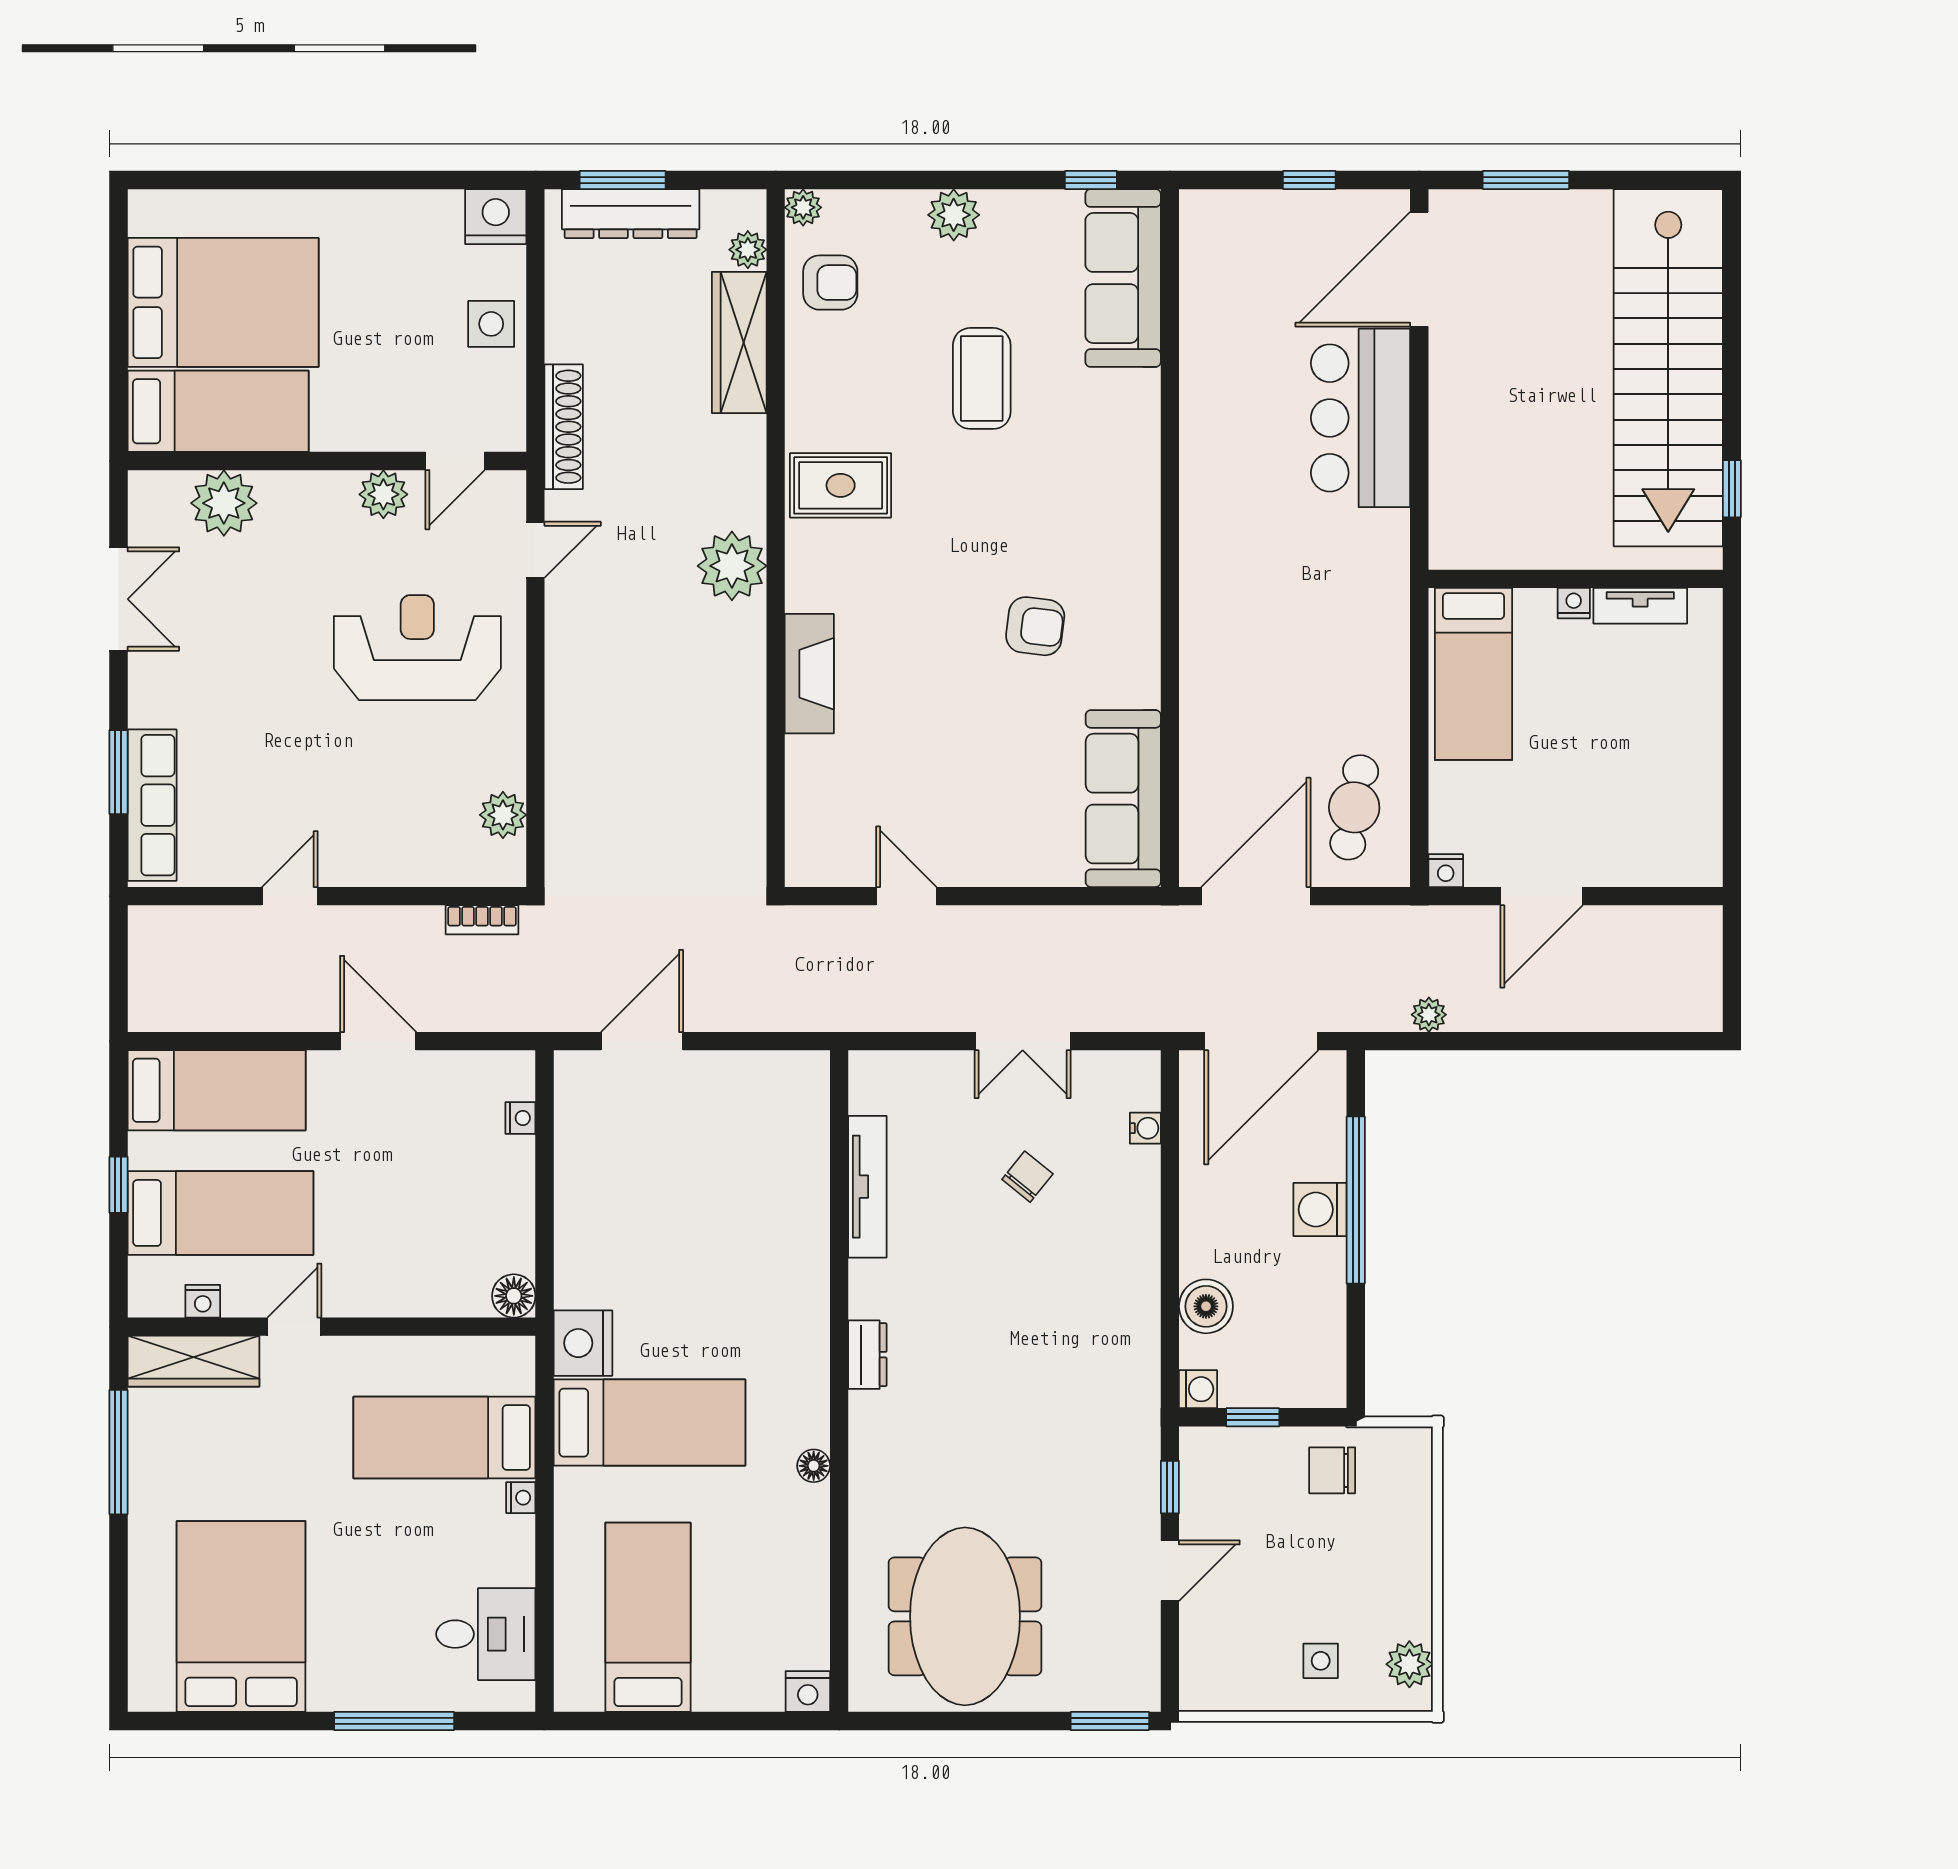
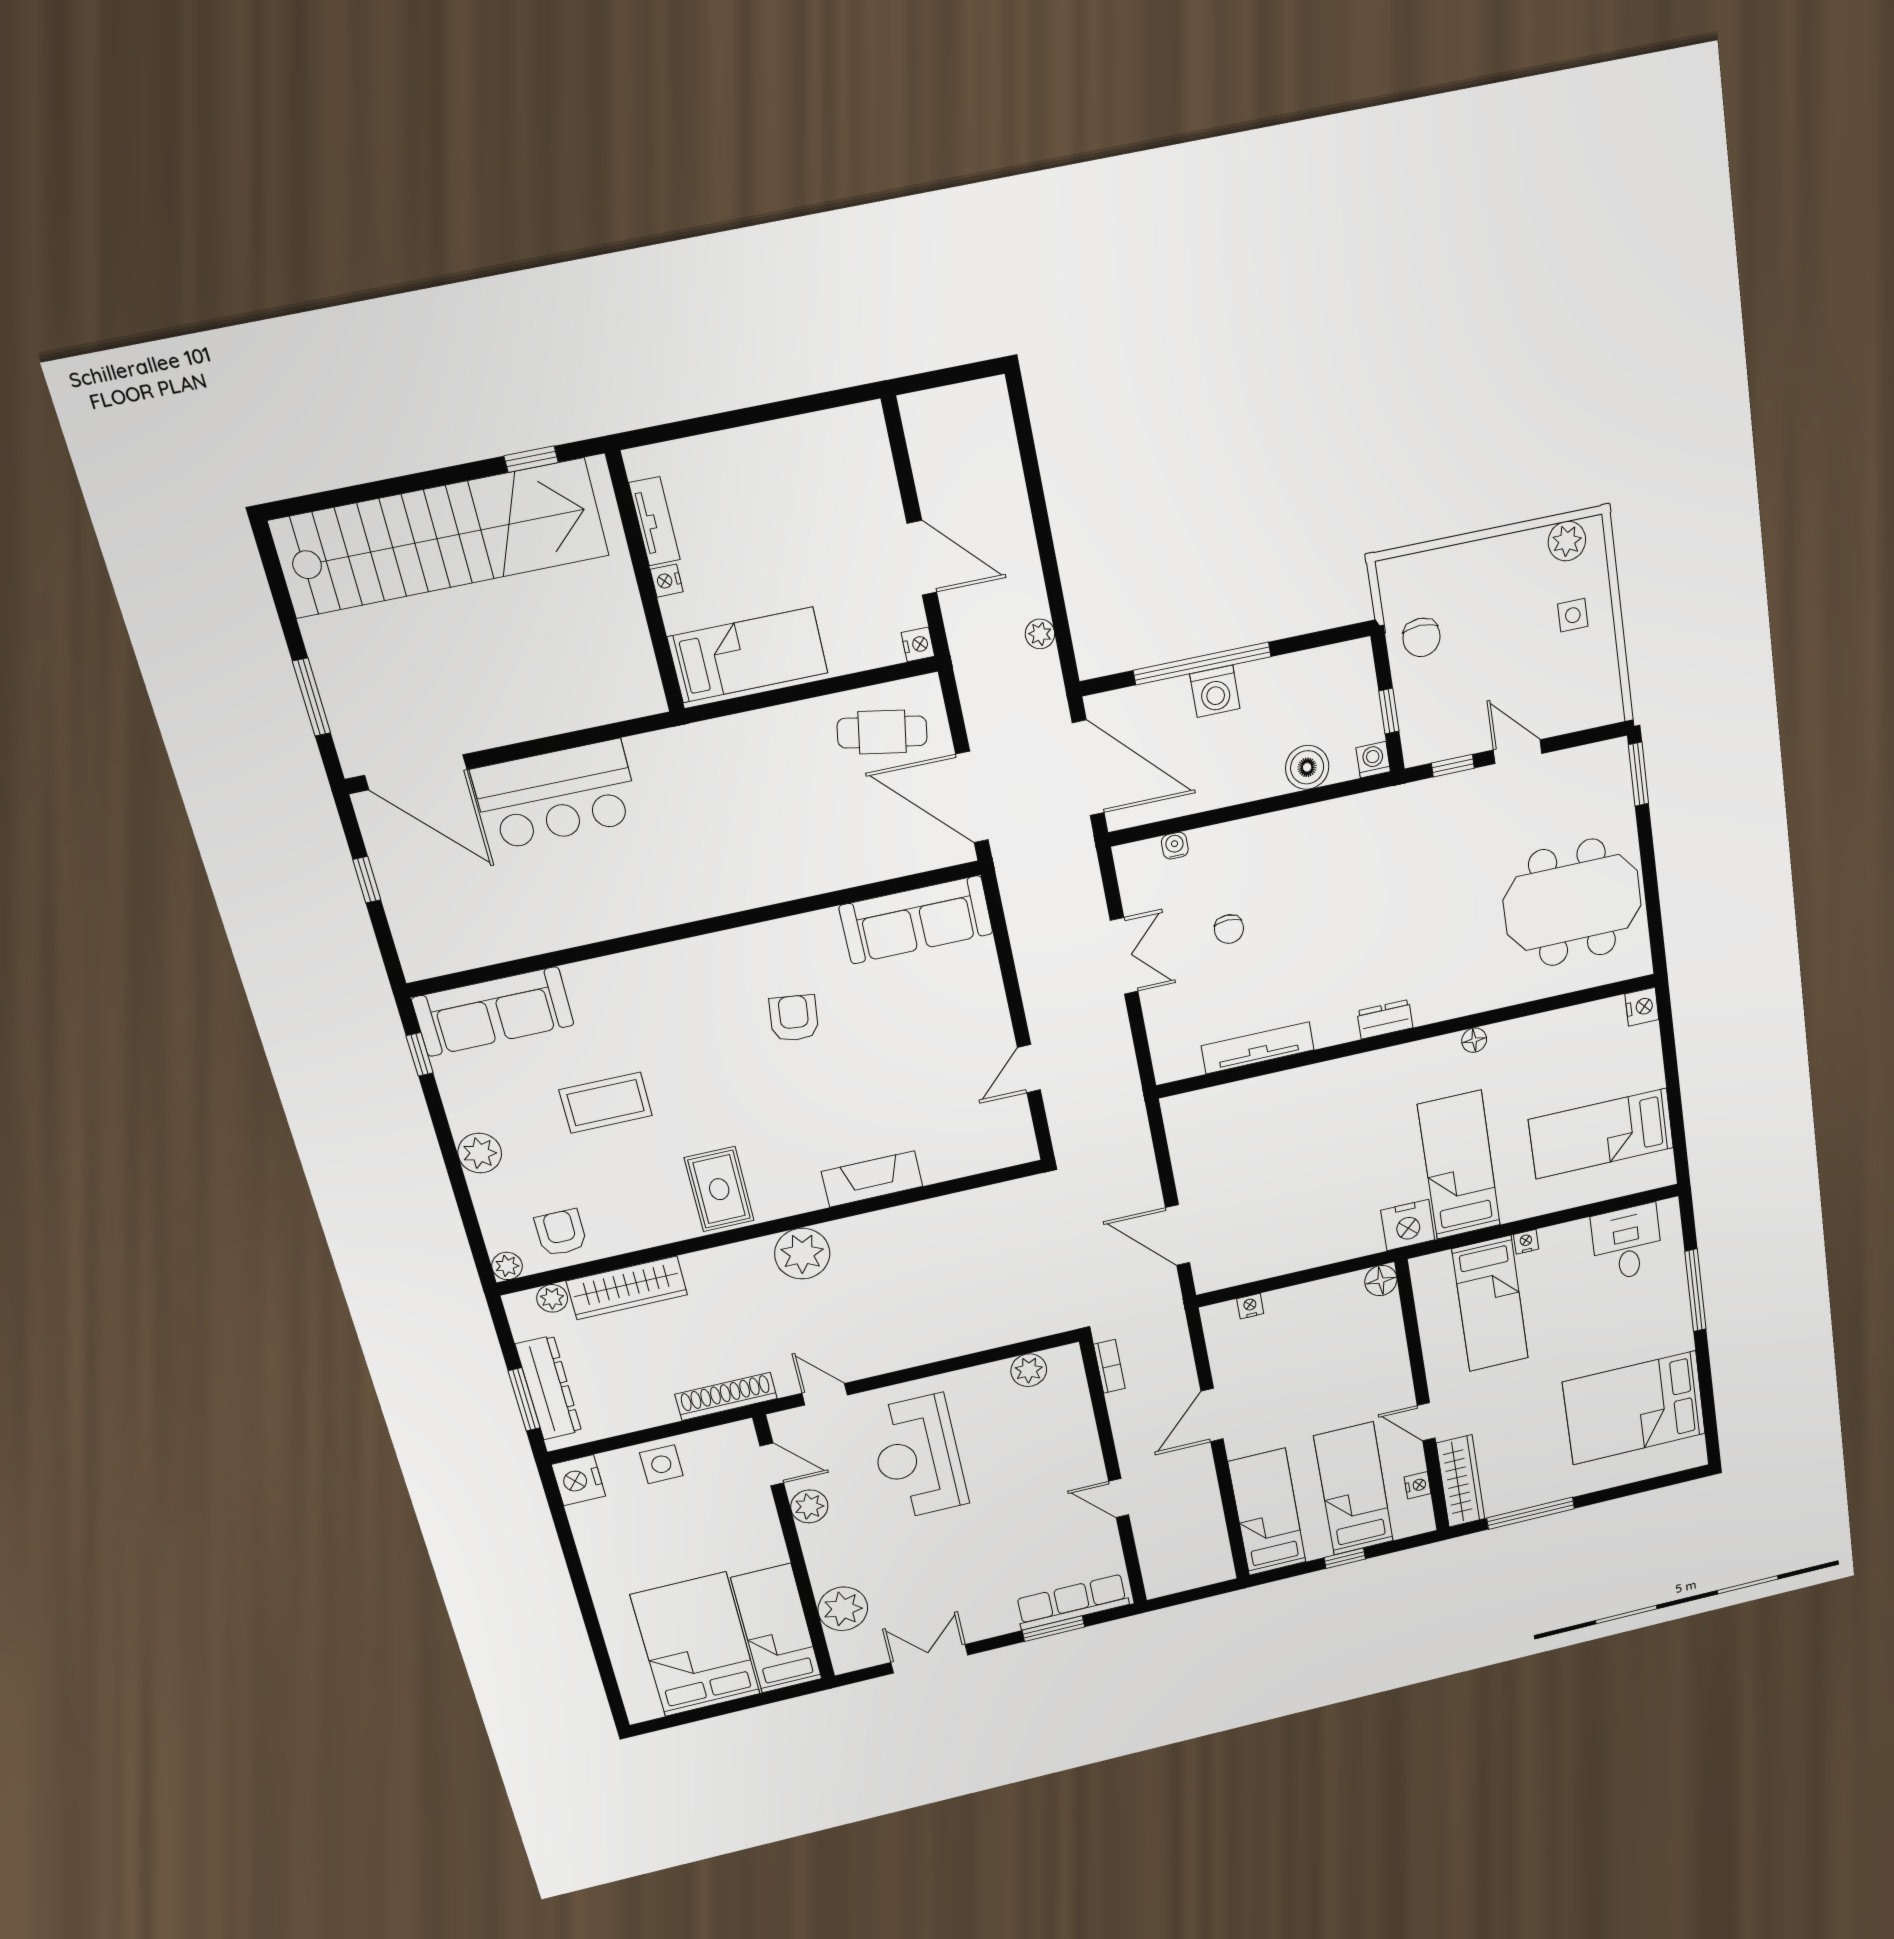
chair: (1027, 1177) -> (1229, 929), turned -129

